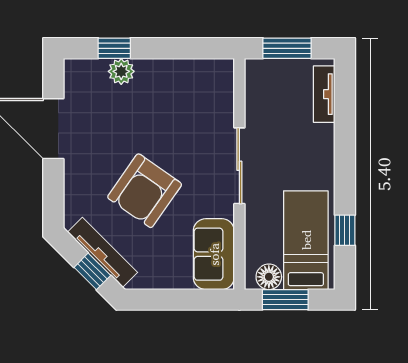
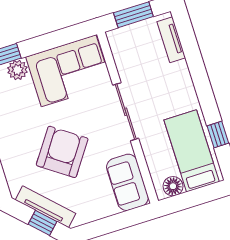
corner sofa: (184, 93) -> (69, 71), added
armchair: (145, 191) -> (62, 152), turned 180
window: (285, 300) -> (190, 199), removed

